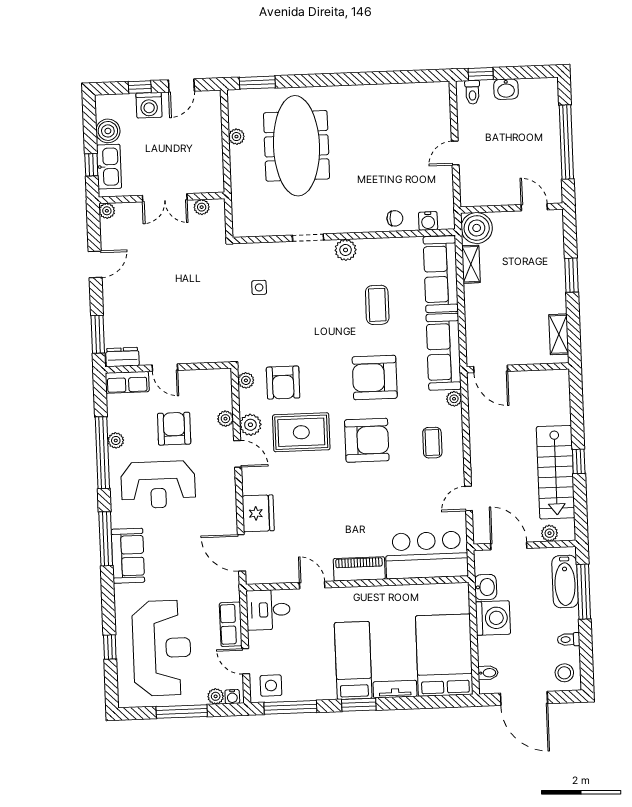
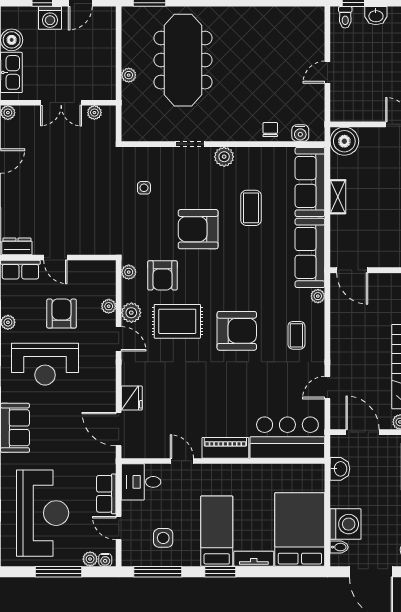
plant: (236, 137) -> (129, 75), moved
chair: (395, 218) -> (270, 130), turned -90
shelving: (471, 264) -> (338, 197), moved
armchair: (375, 377) -> (198, 229), moved
fridge: (258, 513) -> (132, 398), width x0.73, depth x0.75
washing machine: (493, 618) -> (346, 524), moved
side table: (271, 686) -> (163, 538), moved

